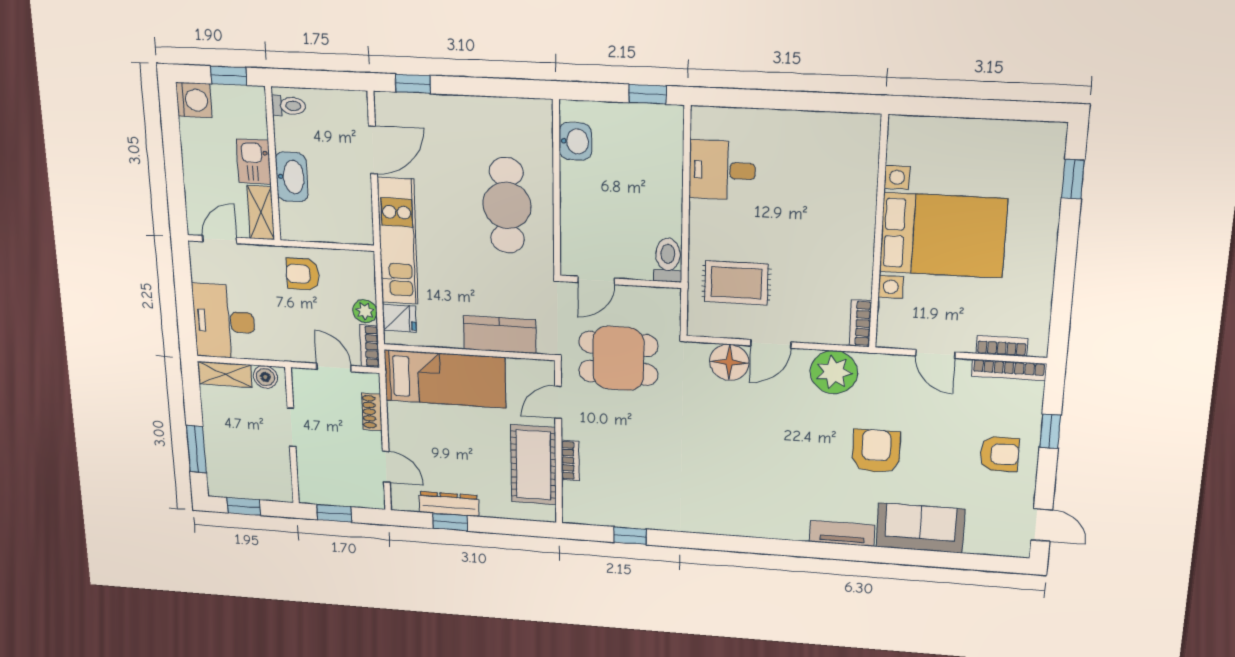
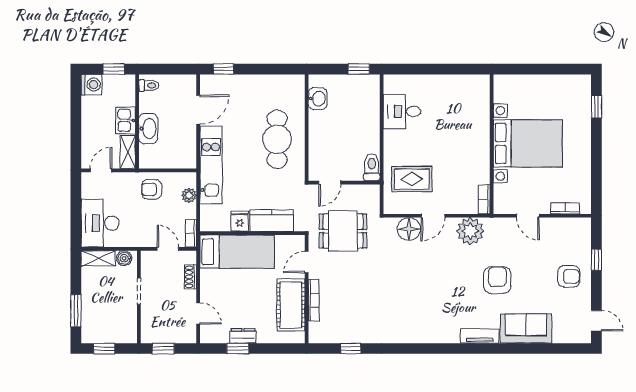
plant: (365, 311) -> (189, 195), moved
fridge: (399, 318) -> (240, 221), moved, turned -90
bookcase: (1009, 370) -> (570, 223), removed
bookcase: (570, 460) -> (314, 300), width x1.56
dresser: (449, 504) -> (243, 336), width x0.70

